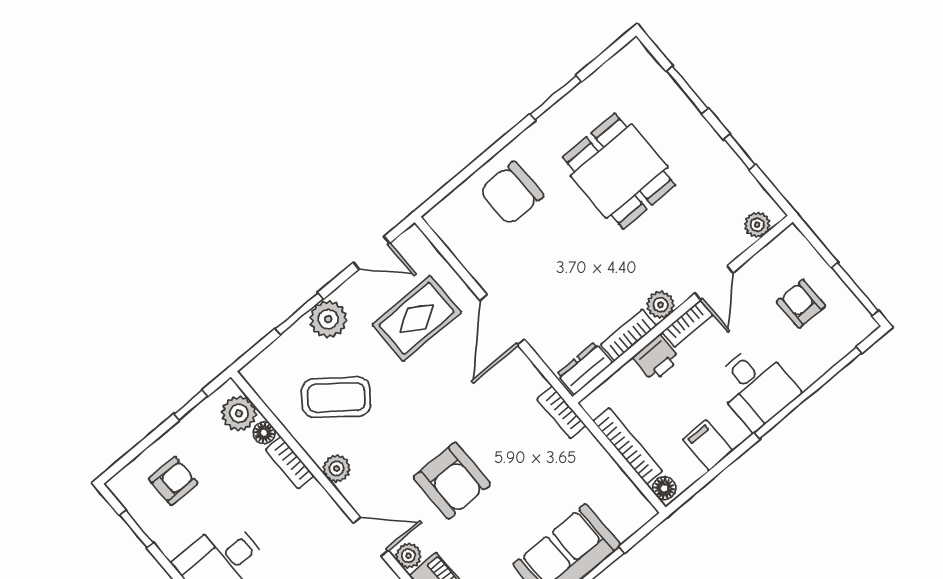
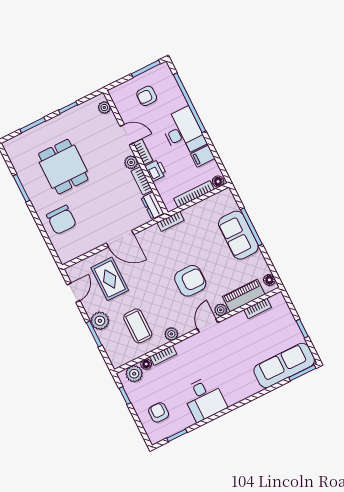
dining table: (619, 171) -> (63, 167), turned 90
desk: (756, 387) -> (183, 132), width x1.37
coffee table: (336, 397) -> (138, 326), turned -38

